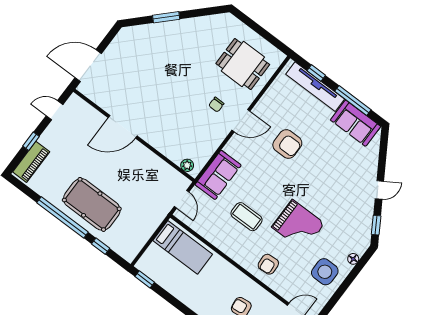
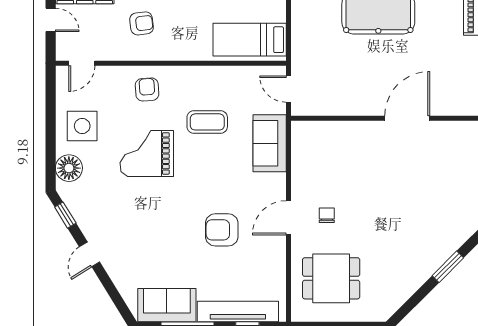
plant: (187, 165) -> (310, 129), removed
floor lamp: (353, 259) -> (69, 168), width x1.89, depth x1.89

